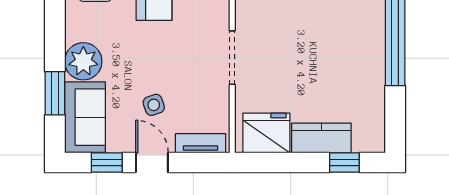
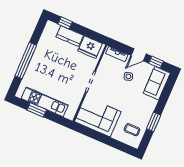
plant: (83, 61) -> (148, 105), removed
window: (55, 93) -> (154, 122), moved
door: (152, 163) -> (139, 55), hinge flipped

